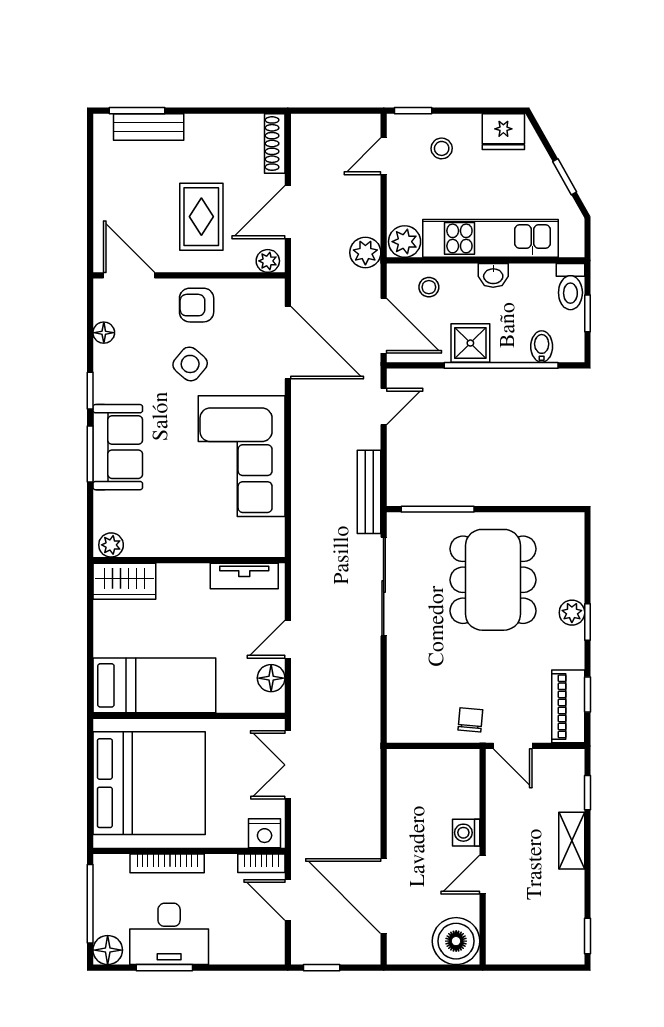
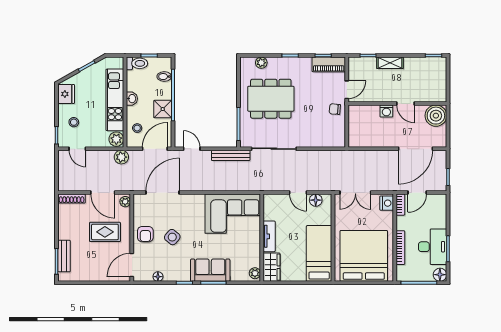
corner sofa: (242, 456) -> (233, 214), moved
tv unit: (244, 576) -> (269, 236), moved
plant: (572, 613) -> (261, 63), moved

